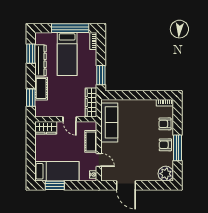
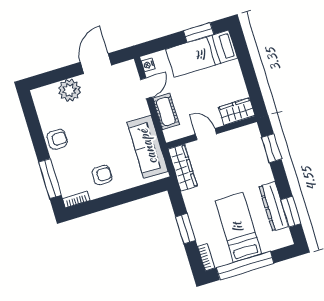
window: (101, 75) -> (186, 229), moved
cot: (41, 89) -> (260, 166), removed
armchair: (165, 124) -> (102, 175), moved
window: (177, 148) -> (50, 179), moved
door: (99, 160) -> (146, 88), swing flipped
plant: (166, 174) -> (69, 90), moved
door: (126, 185) -> (96, 64), hinge flipped

